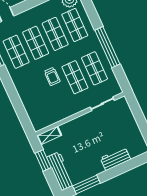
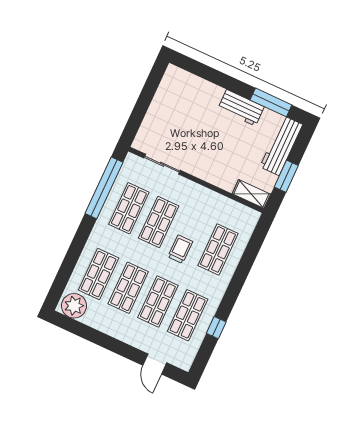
window: (107, 47) -> (104, 188), moved
shop shelf: (36, 95) -> (218, 249), added
workbench: (115, 159) -> (241, 108), moved

